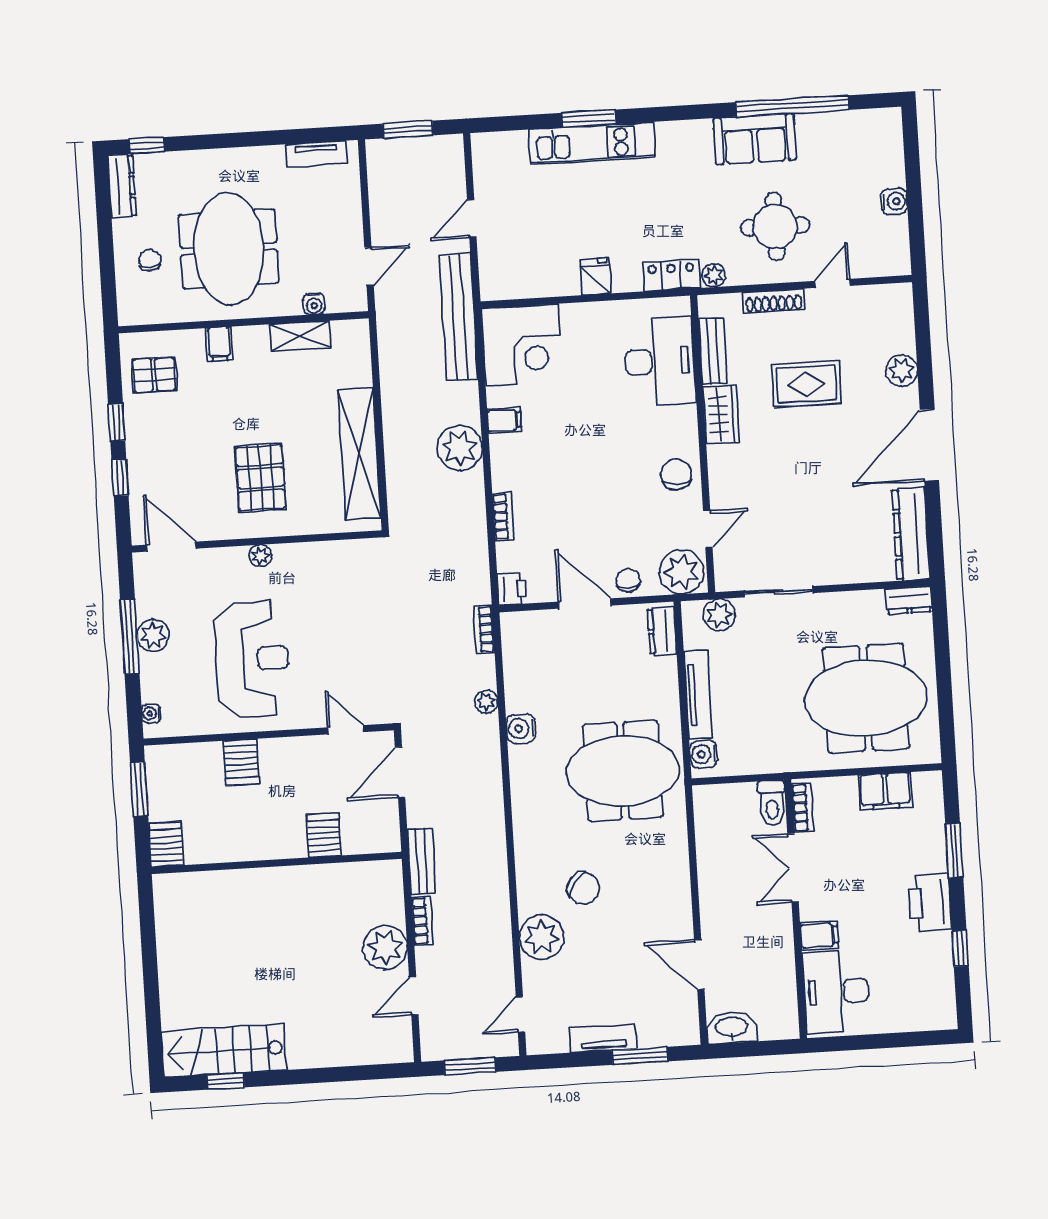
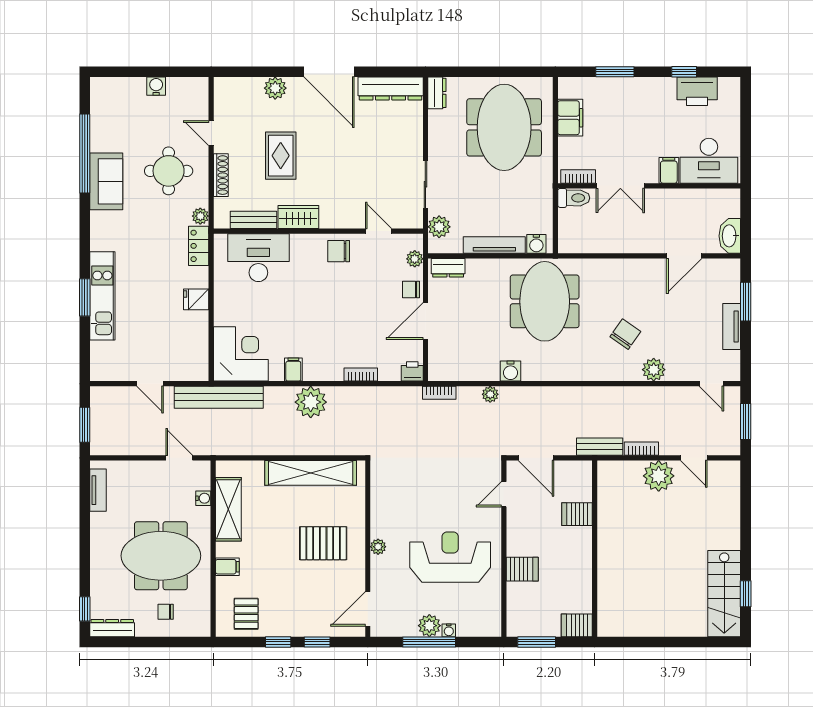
shelving: (300, 336) -> (228, 509), width x1.50, depth x1.33
plant: (681, 572) -> (415, 259), width x0.53, depth x0.53
water cooler: (151, 713) -> (449, 630), moved
printer: (930, 903) -> (697, 91), moved
plant: (542, 937) -> (654, 370), width x0.73, depth x0.73

